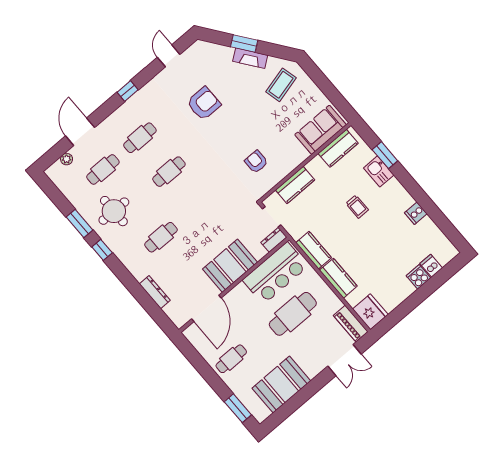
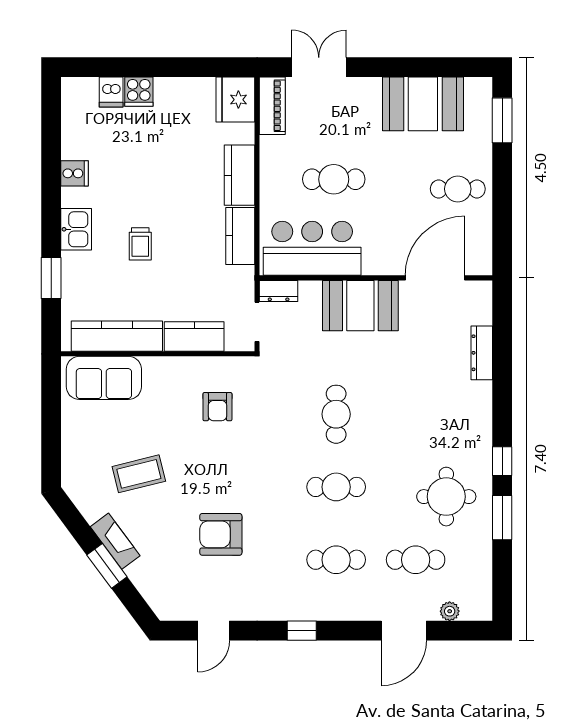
coffee table: (281, 85) -> (139, 474), moved
kitchen counter: (338, 148) -> (117, 336), width x1.50
kitchen sink: (379, 171) -> (76, 229), moved
trolley: (357, 207) -> (140, 244), turned 180
cafe table: (161, 237) -> (336, 414), moved, turned 90
cafe table: (293, 314) -> (334, 179), width x0.73, depth x0.74

